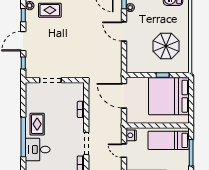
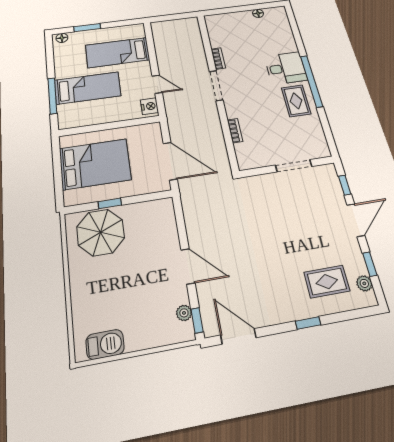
parasol: (166, 46) -> (101, 232), moved
bed: (169, 96) -> (95, 164), width x0.73
bed: (169, 140) -> (88, 88), moved

